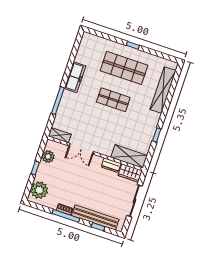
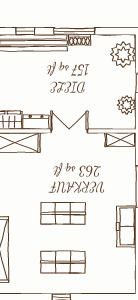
shop shelf: (124, 68) -> (63, 262), width x0.70, depth x0.74
double door: (81, 149) -> (69, 131), moved

